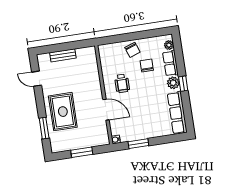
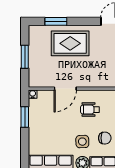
side table: (153, 86) -> (82, 142), added

